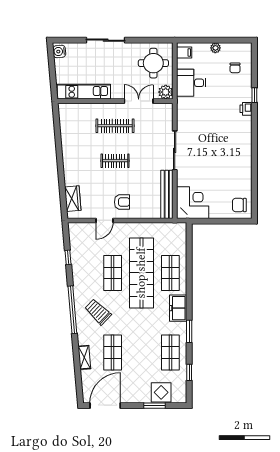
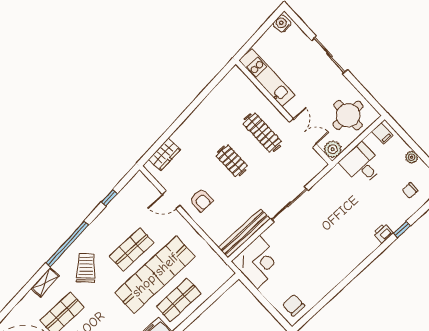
shelving: (84, 357) -> (45, 282), moved

